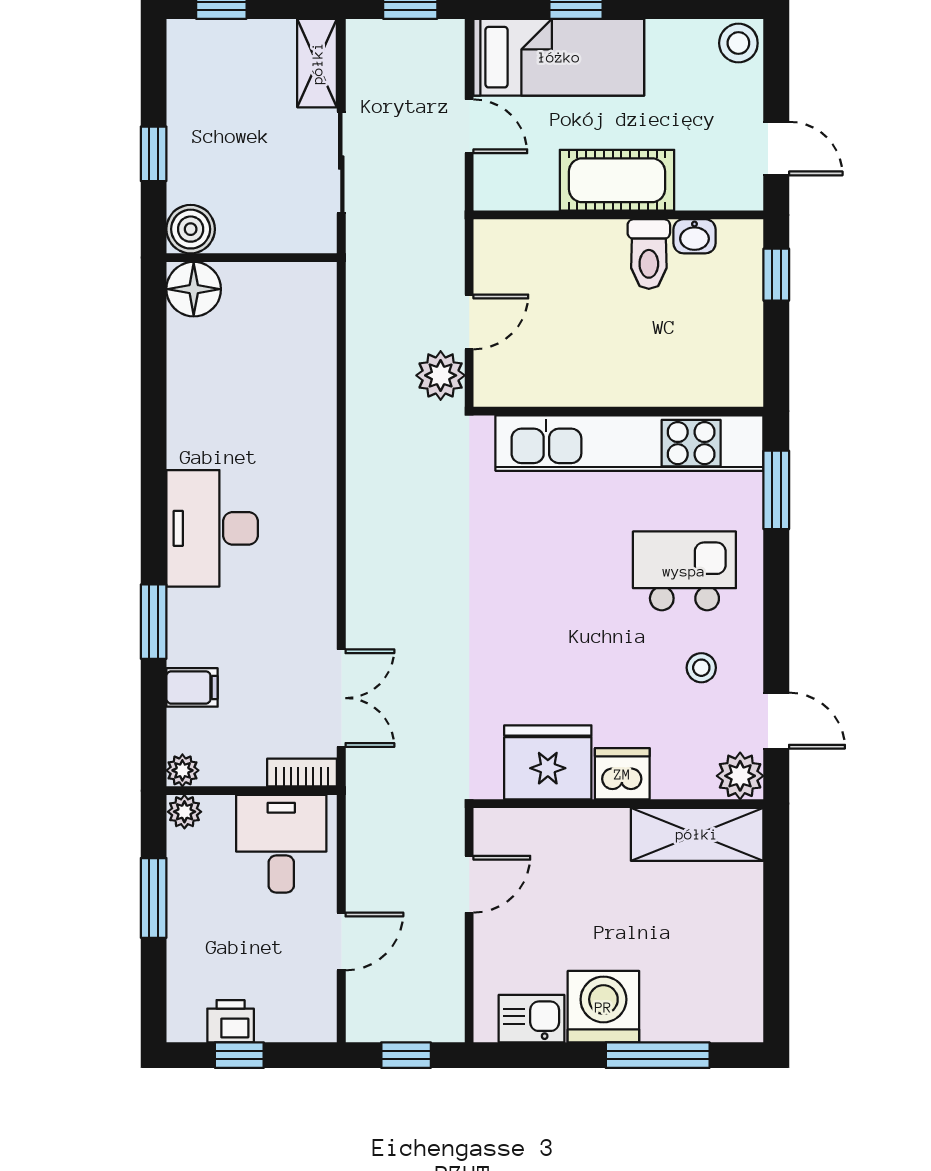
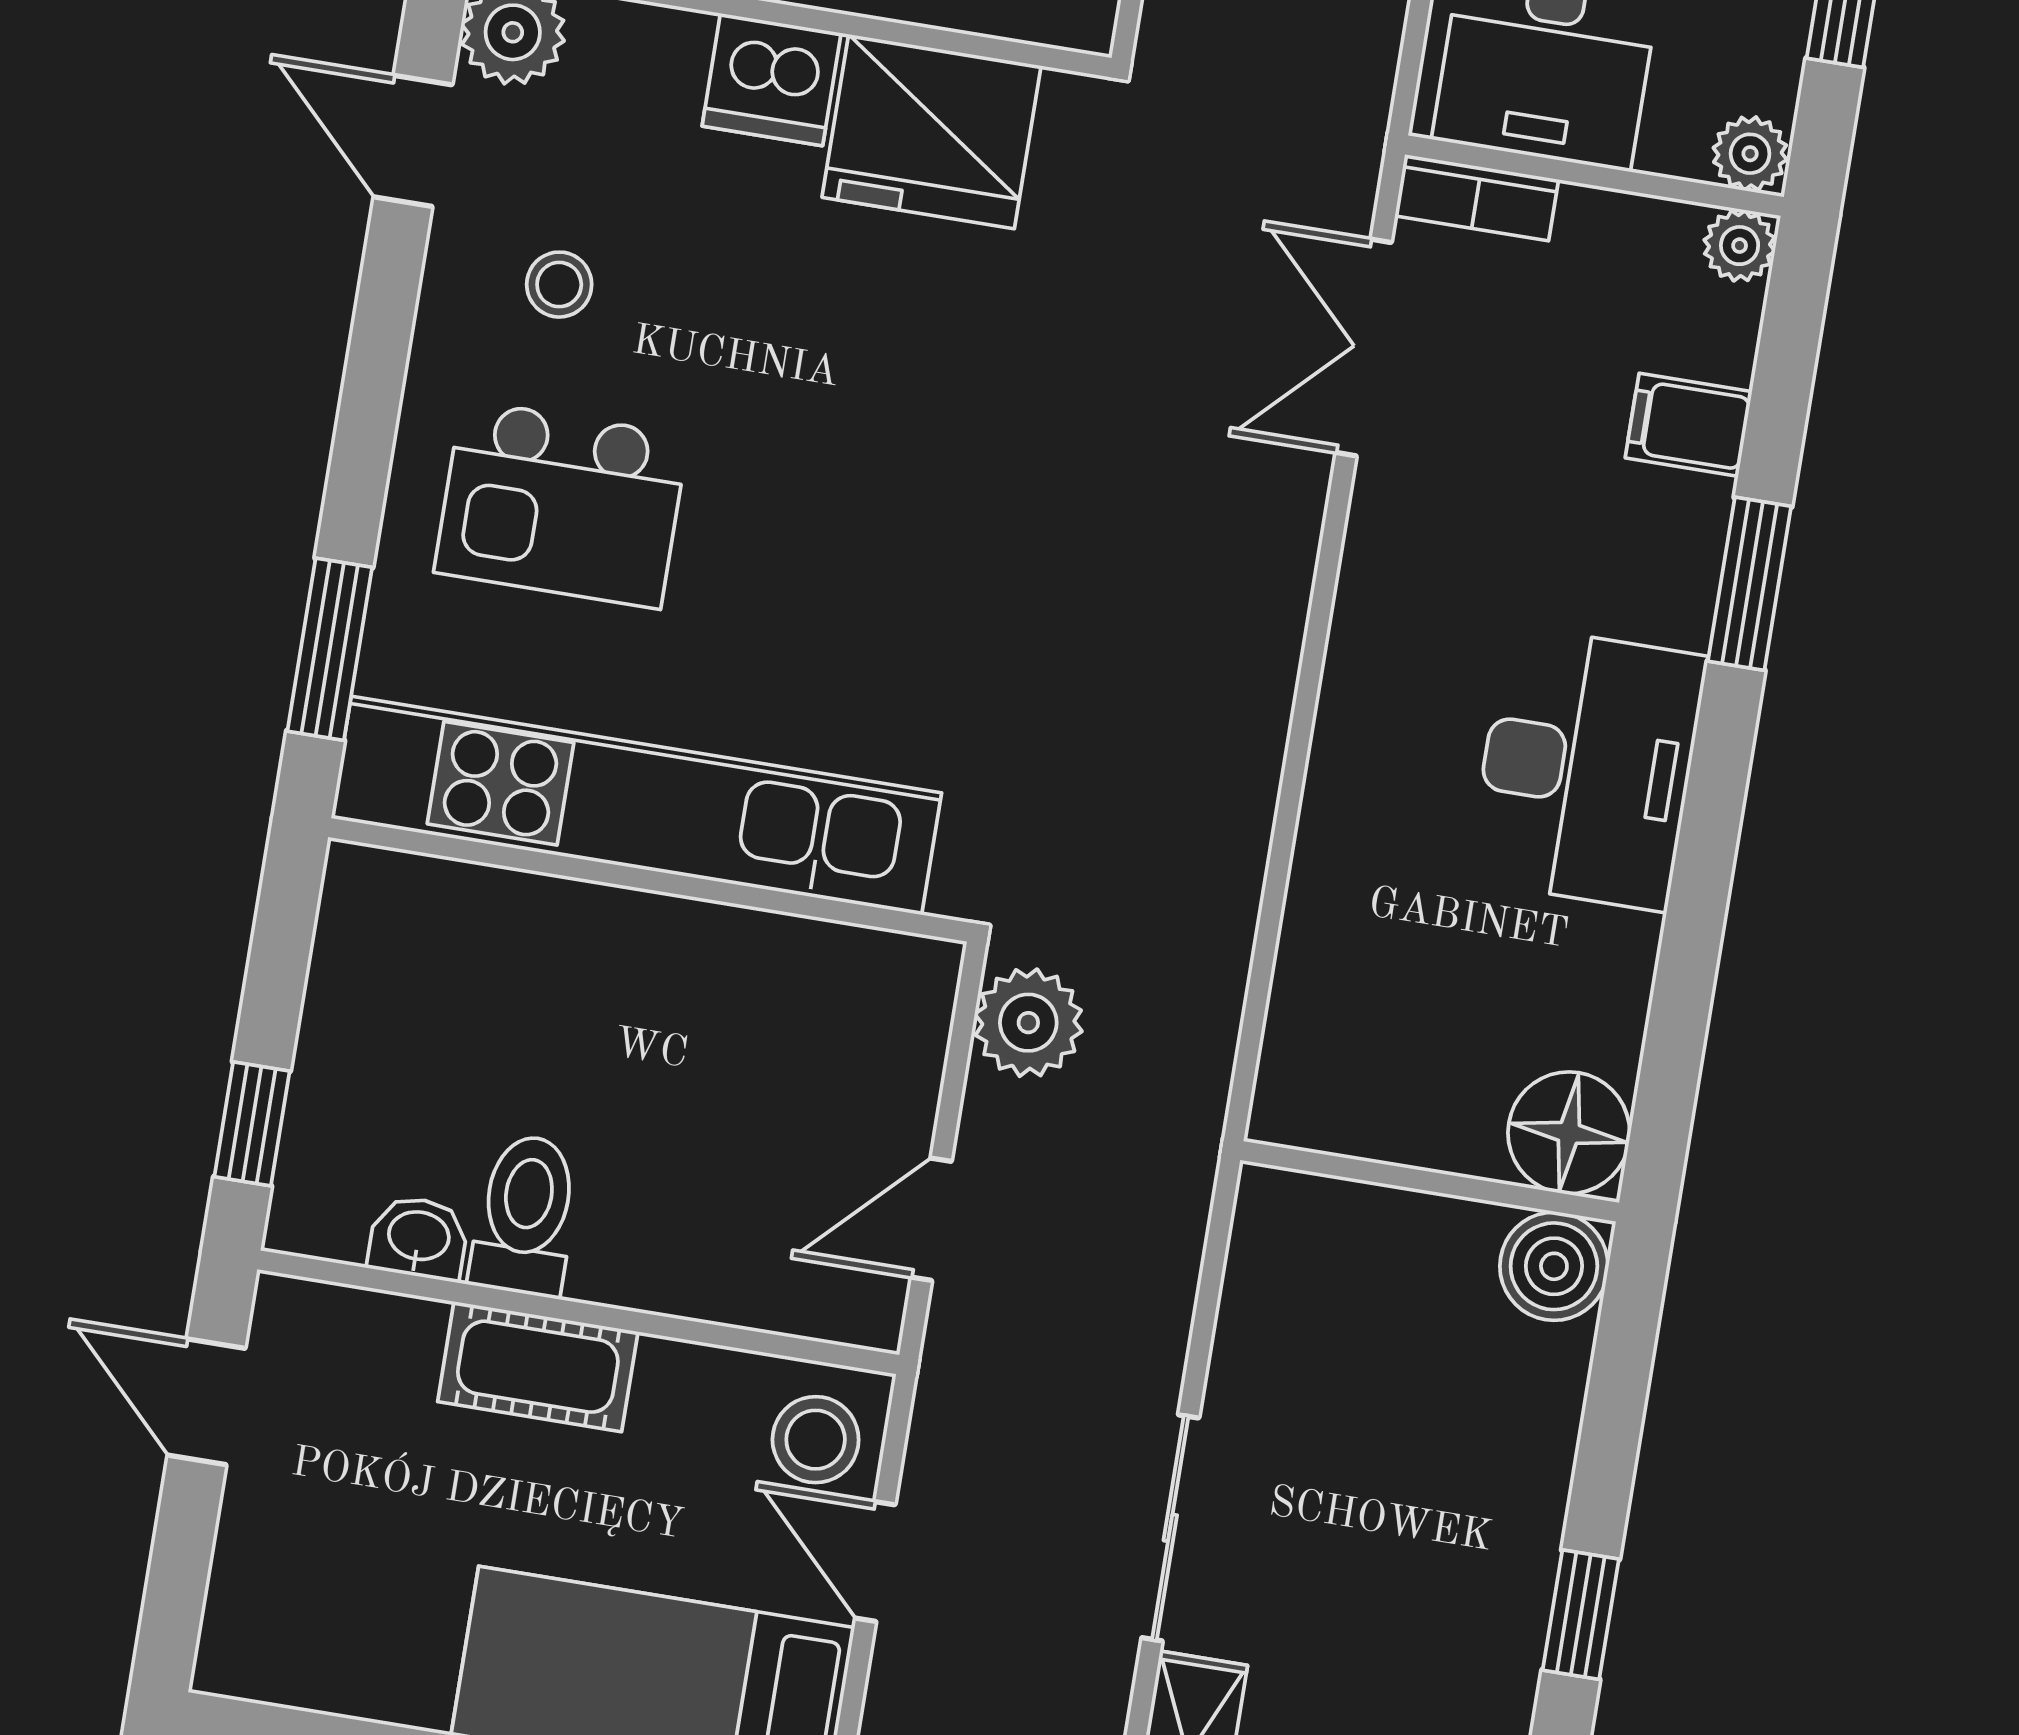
stool: (738, 43) -> (816, 1440), moved
cot: (617, 180) -> (538, 1367), width x0.73, depth x0.75
boiler: (191, 229) -> (1554, 1266), moved
wall: (252, 258) -> (1430, 1181), moved
floor lamp: (194, 289) -> (1569, 1133), moved
door: (469, 322) -> (931, 1219), moved

